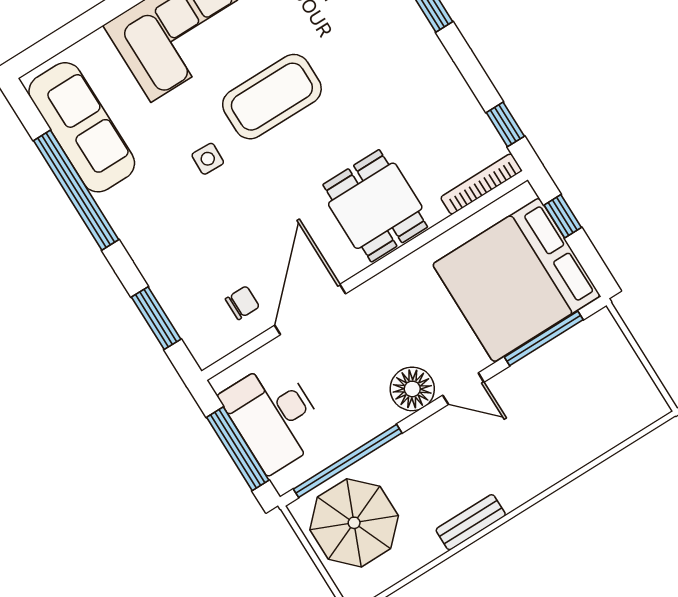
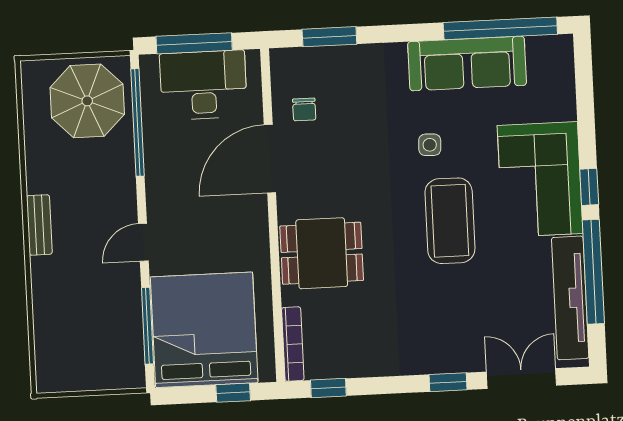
sofa: (82, 127) -> (467, 63), moved
window: (76, 190) -> (500, 28), moved
door: (310, 309) -> (270, 159), swing flipped
floor lamp: (412, 389) -> (165, 203), removed
bench: (471, 522) -> (39, 225), moved

